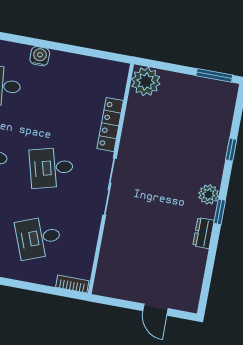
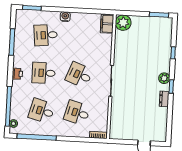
filing cabinet: (115, 80) -> (107, 24), added
locker: (110, 125) -> (107, 48), removed
desk: (51, 168) -> (79, 75), turned 36
desk: (38, 238) -> (77, 113), turned 36

